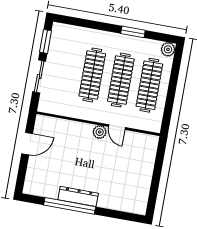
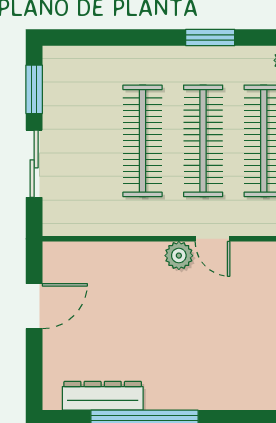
dresser: (78, 196) -> (103, 396), moved

